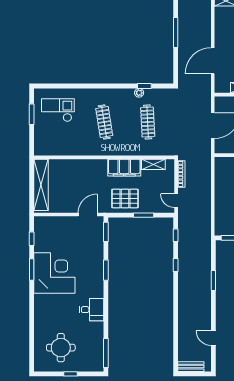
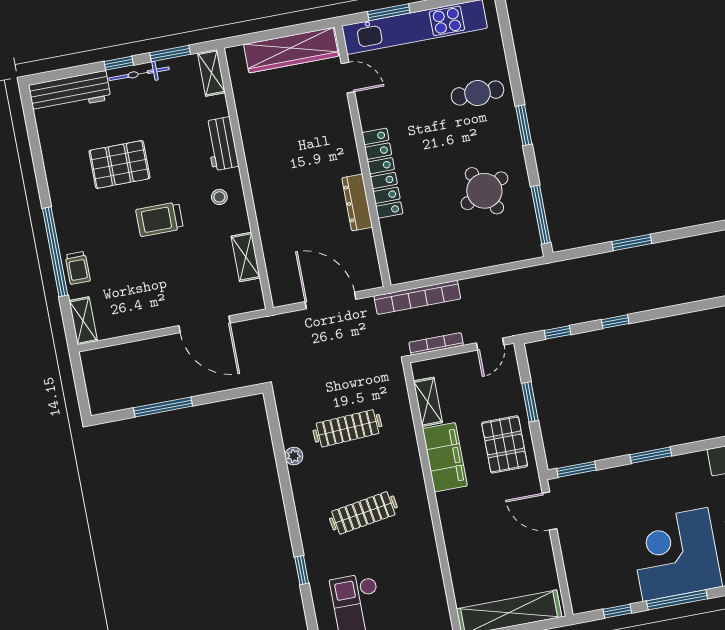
window: (144, 86) -> (302, 570), moved
bookcase: (206, 169) -> (417, 297), added
window: (32, 269) -> (677, 600), width x1.44

